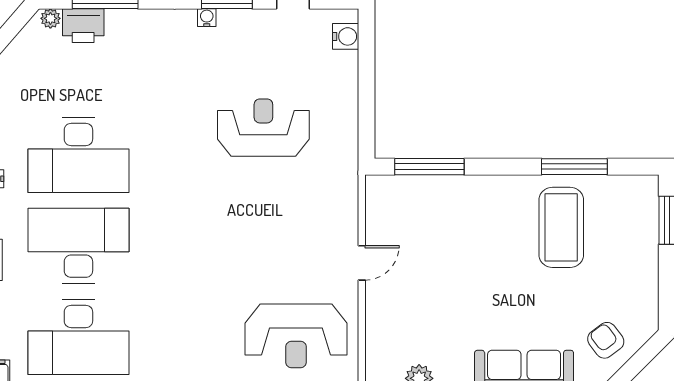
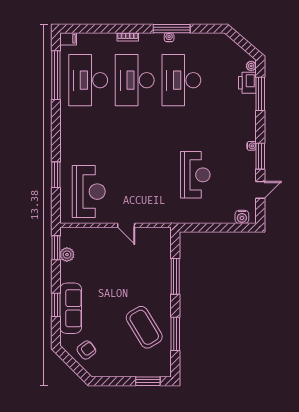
window: (429, 167) -> (175, 276), moved
coffee table: (561, 227) -> (144, 327), turned 59
desk: (78, 246) -> (135, 80), turned 180
reception desk: (296, 336) -> (89, 192), turned 180

